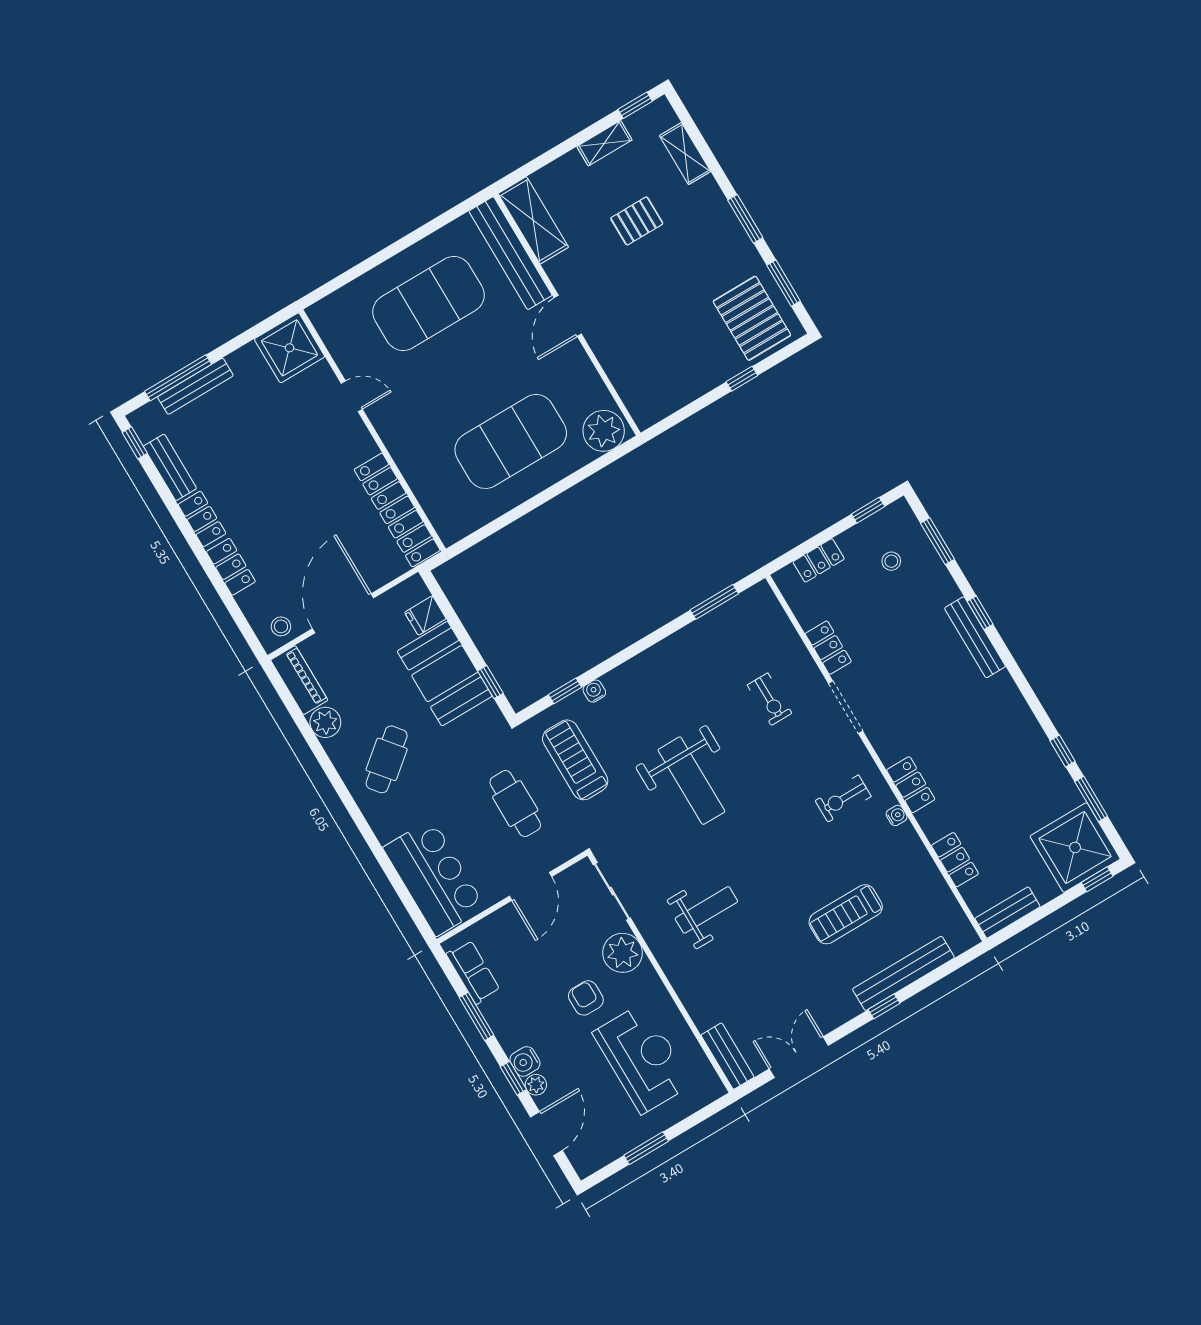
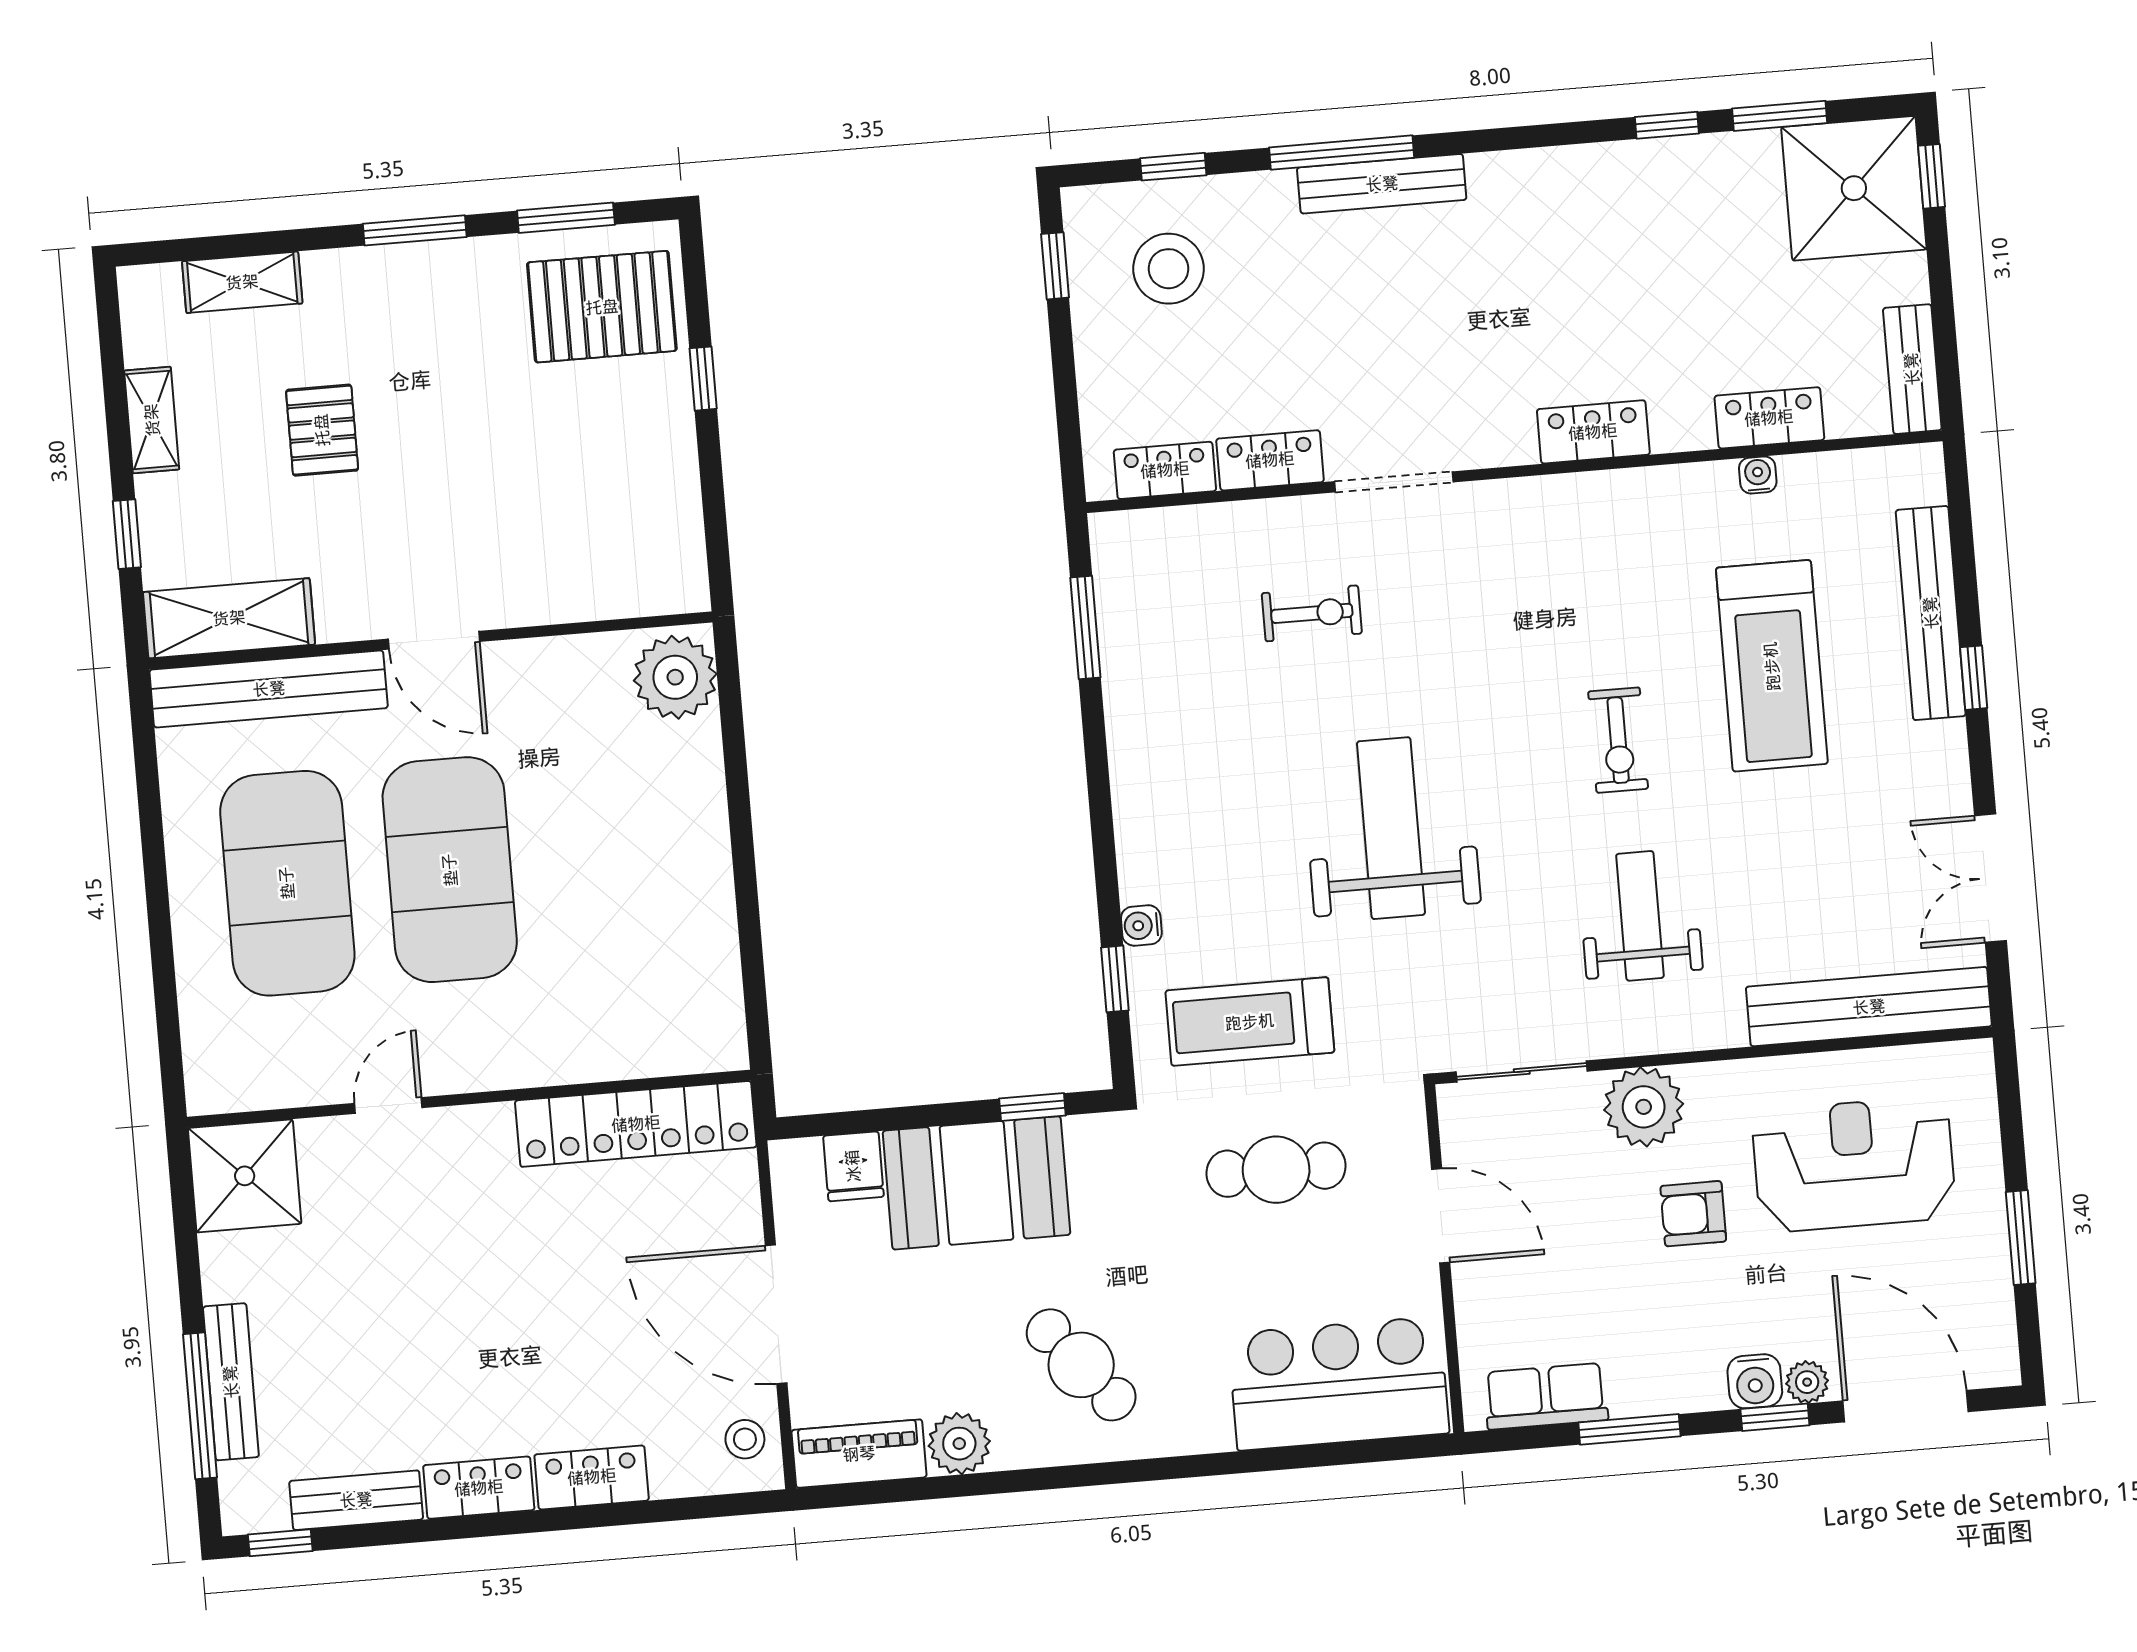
window: (635, 105) -> (127, 534), moved
exercise mat: (511, 441) -> (450, 870), moved
window: (937, 541) -> (1173, 167), width x0.67
locker: (819, 560) -> (1165, 470), moved, turned -90
stool: (891, 561) -> (1169, 269), width x1.89, depth x1.89
window: (980, 613) -> (1342, 153), width x2.17
weight bench: (691, 781) -> (1391, 828), turned -90
exercise bike: (843, 799) -> (1618, 740), moved
water cooler: (897, 815) -> (1758, 475), moved
treadmill: (846, 914) -> (1772, 666), width x1.37, depth x1.38
bench: (728, 1056) -> (1869, 1007), width x1.86, depth x1.21
door: (546, 1134) -> (1906, 1406), width x1.36

